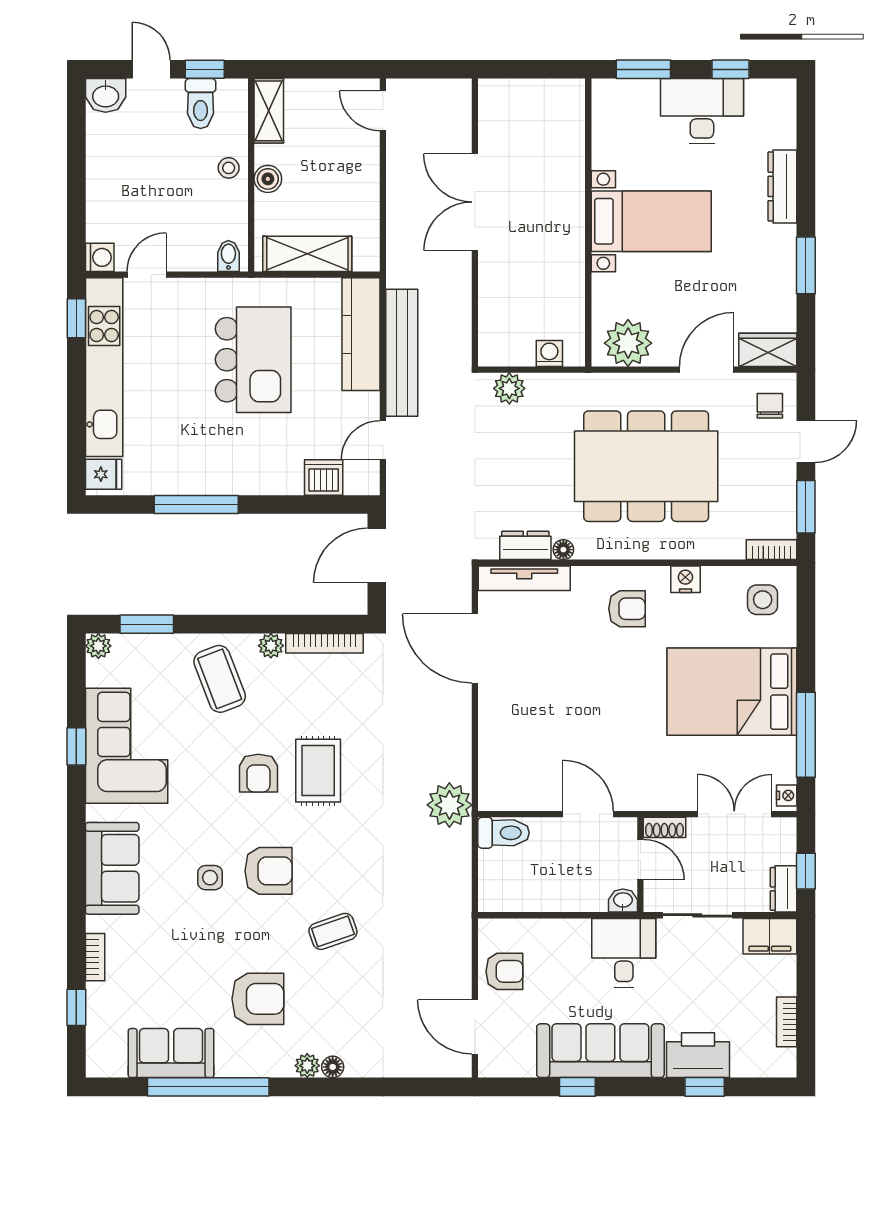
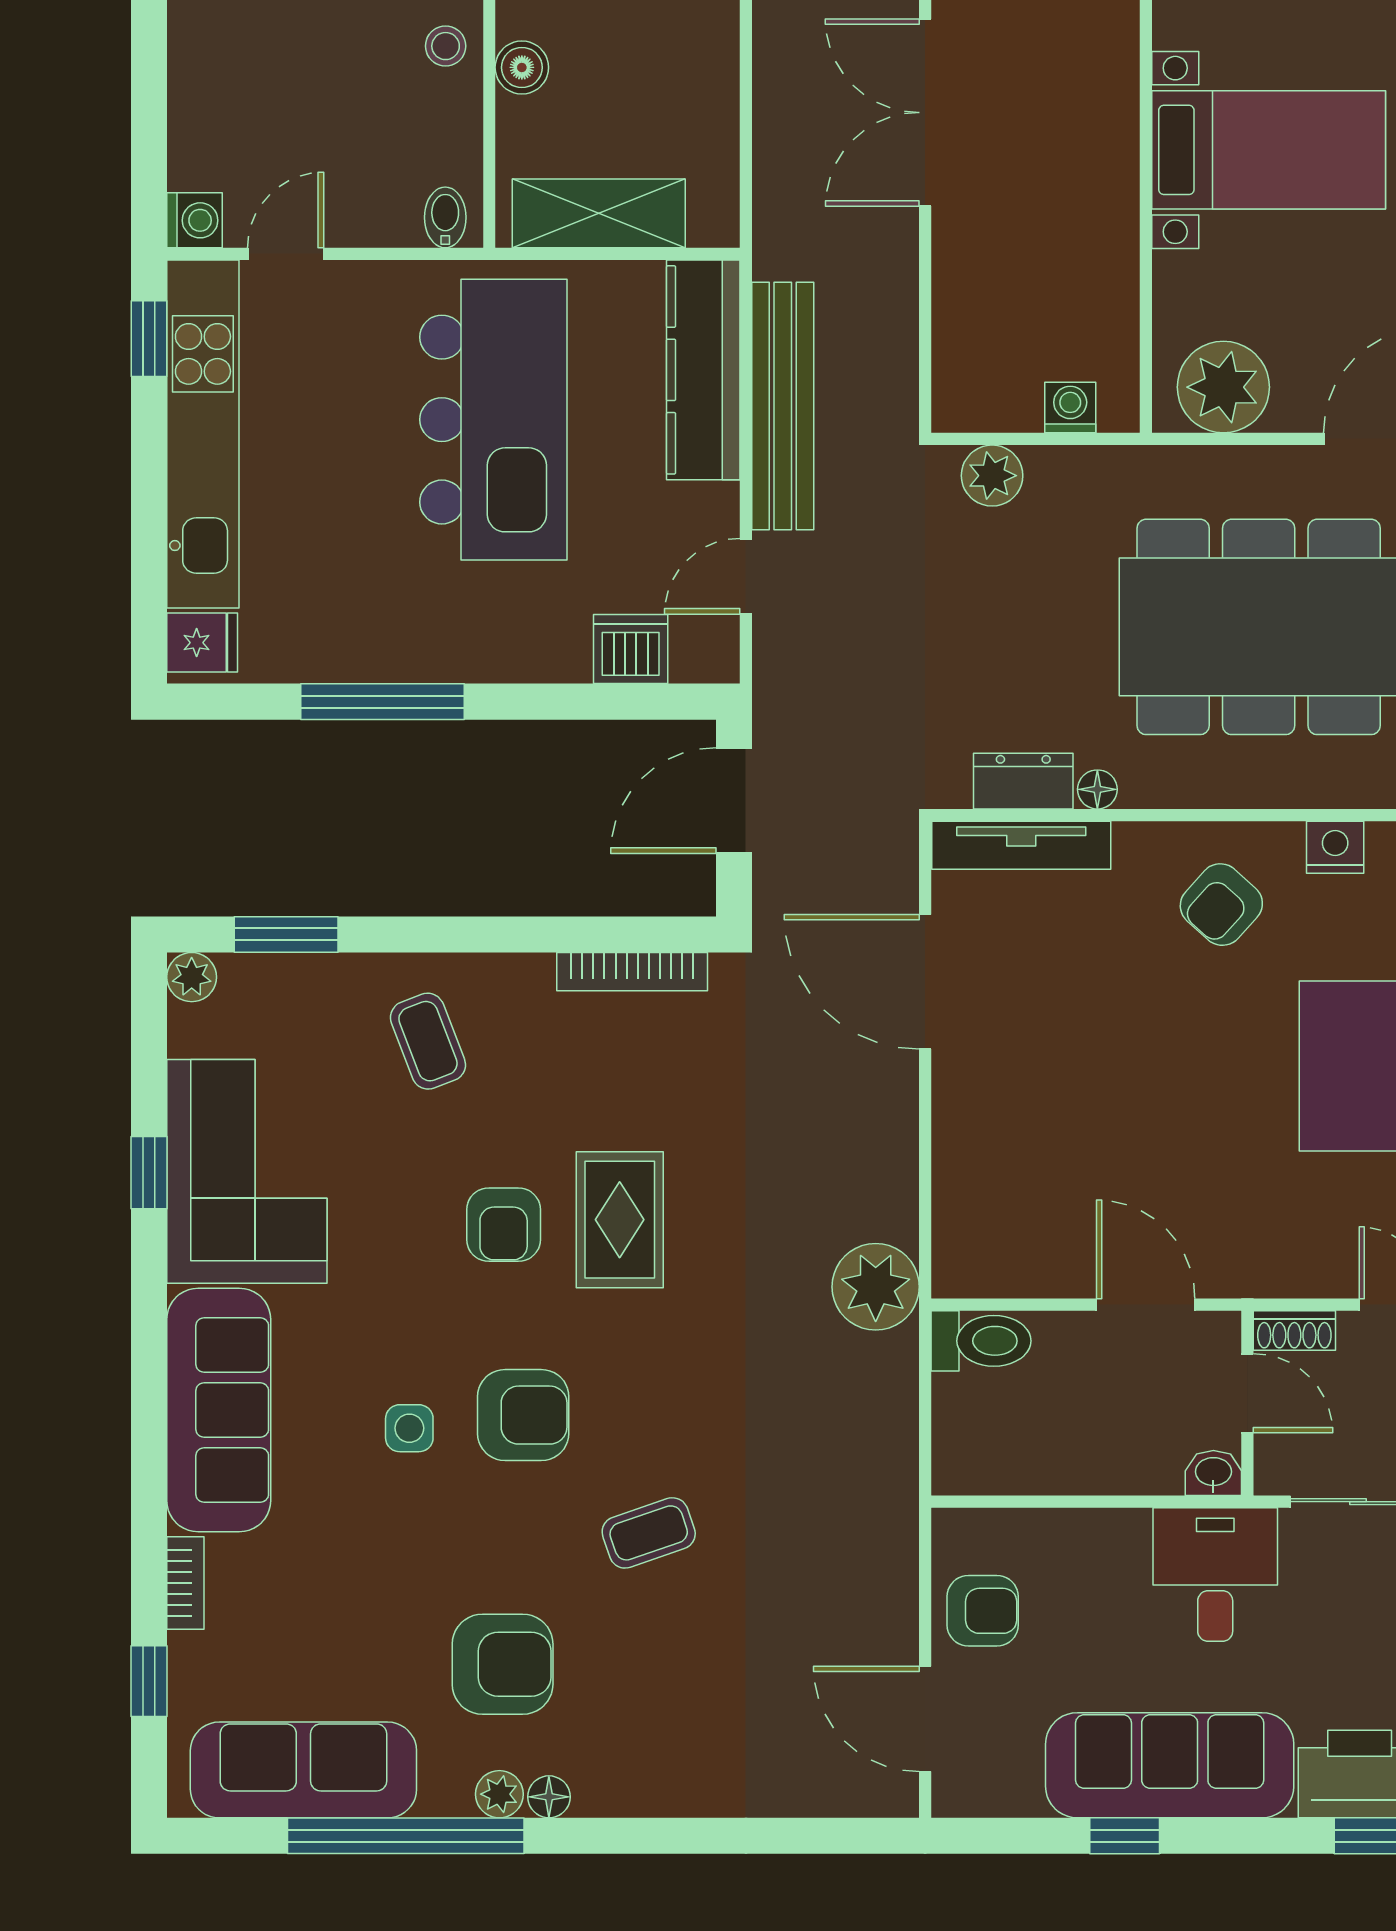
kitchen island: (253, 360) -> (493, 420), width x1.37
armchair: (627, 609) -> (1221, 905), turned 132
plant: (271, 646) -> (528, 977), removed
coffee table: (220, 679) -> (428, 1041), width x0.73, depth x0.77
sofa: (112, 868) -> (219, 1410), width x1.36
sofa: (171, 1053) -> (303, 1770), width x1.36
plant: (307, 1066) -> (499, 1794), moved
floor lamp: (333, 1067) -> (549, 1797), moved

